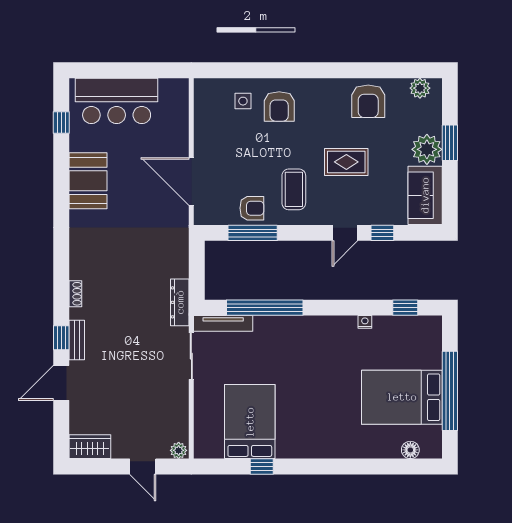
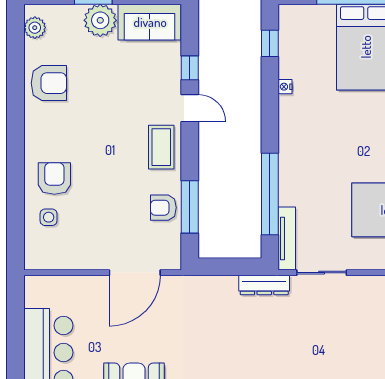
armchair: (279, 106) -> (54, 178), turned -90
rug: (346, 162) -> (114, 107), removed
coffee table: (294, 189) -> (161, 147), moved, turned 90
armchair: (252, 208) -> (163, 208), turned -90

